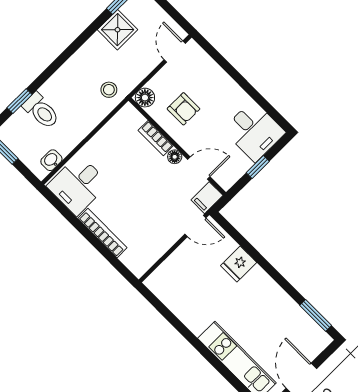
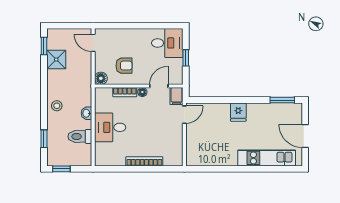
stool: (109, 90) -> (57, 106), moved
toilet: (41, 111) -> (80, 136), moved, turned 180
washbasin: (51, 160) -> (87, 113), moved
desk: (78, 185) -> (110, 127), moved, turned 90
fridge: (239, 264) -> (238, 112), moved

